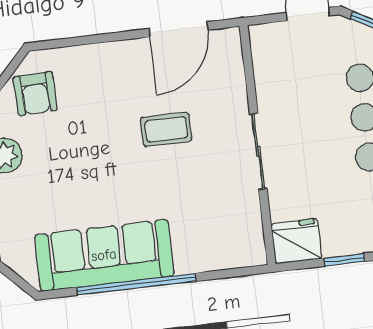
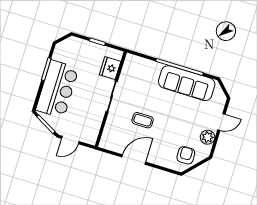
door: (178, 29) -> (134, 160), moved
fridge: (296, 241) -> (110, 68), moved, turned 90

